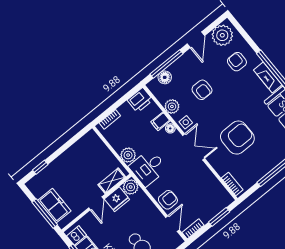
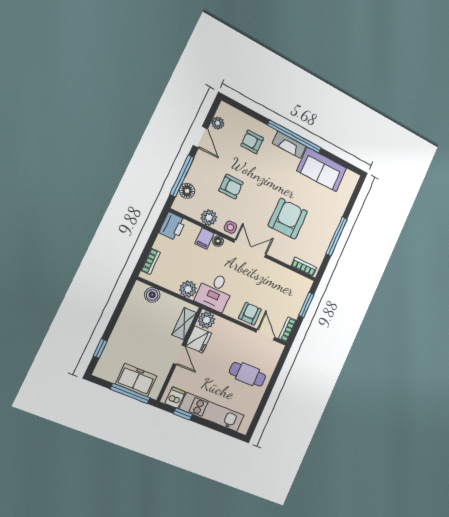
plant: (222, 35) -> (218, 123), width x0.53, depth x0.53
boiler: (98, 146) -> (152, 295), added

